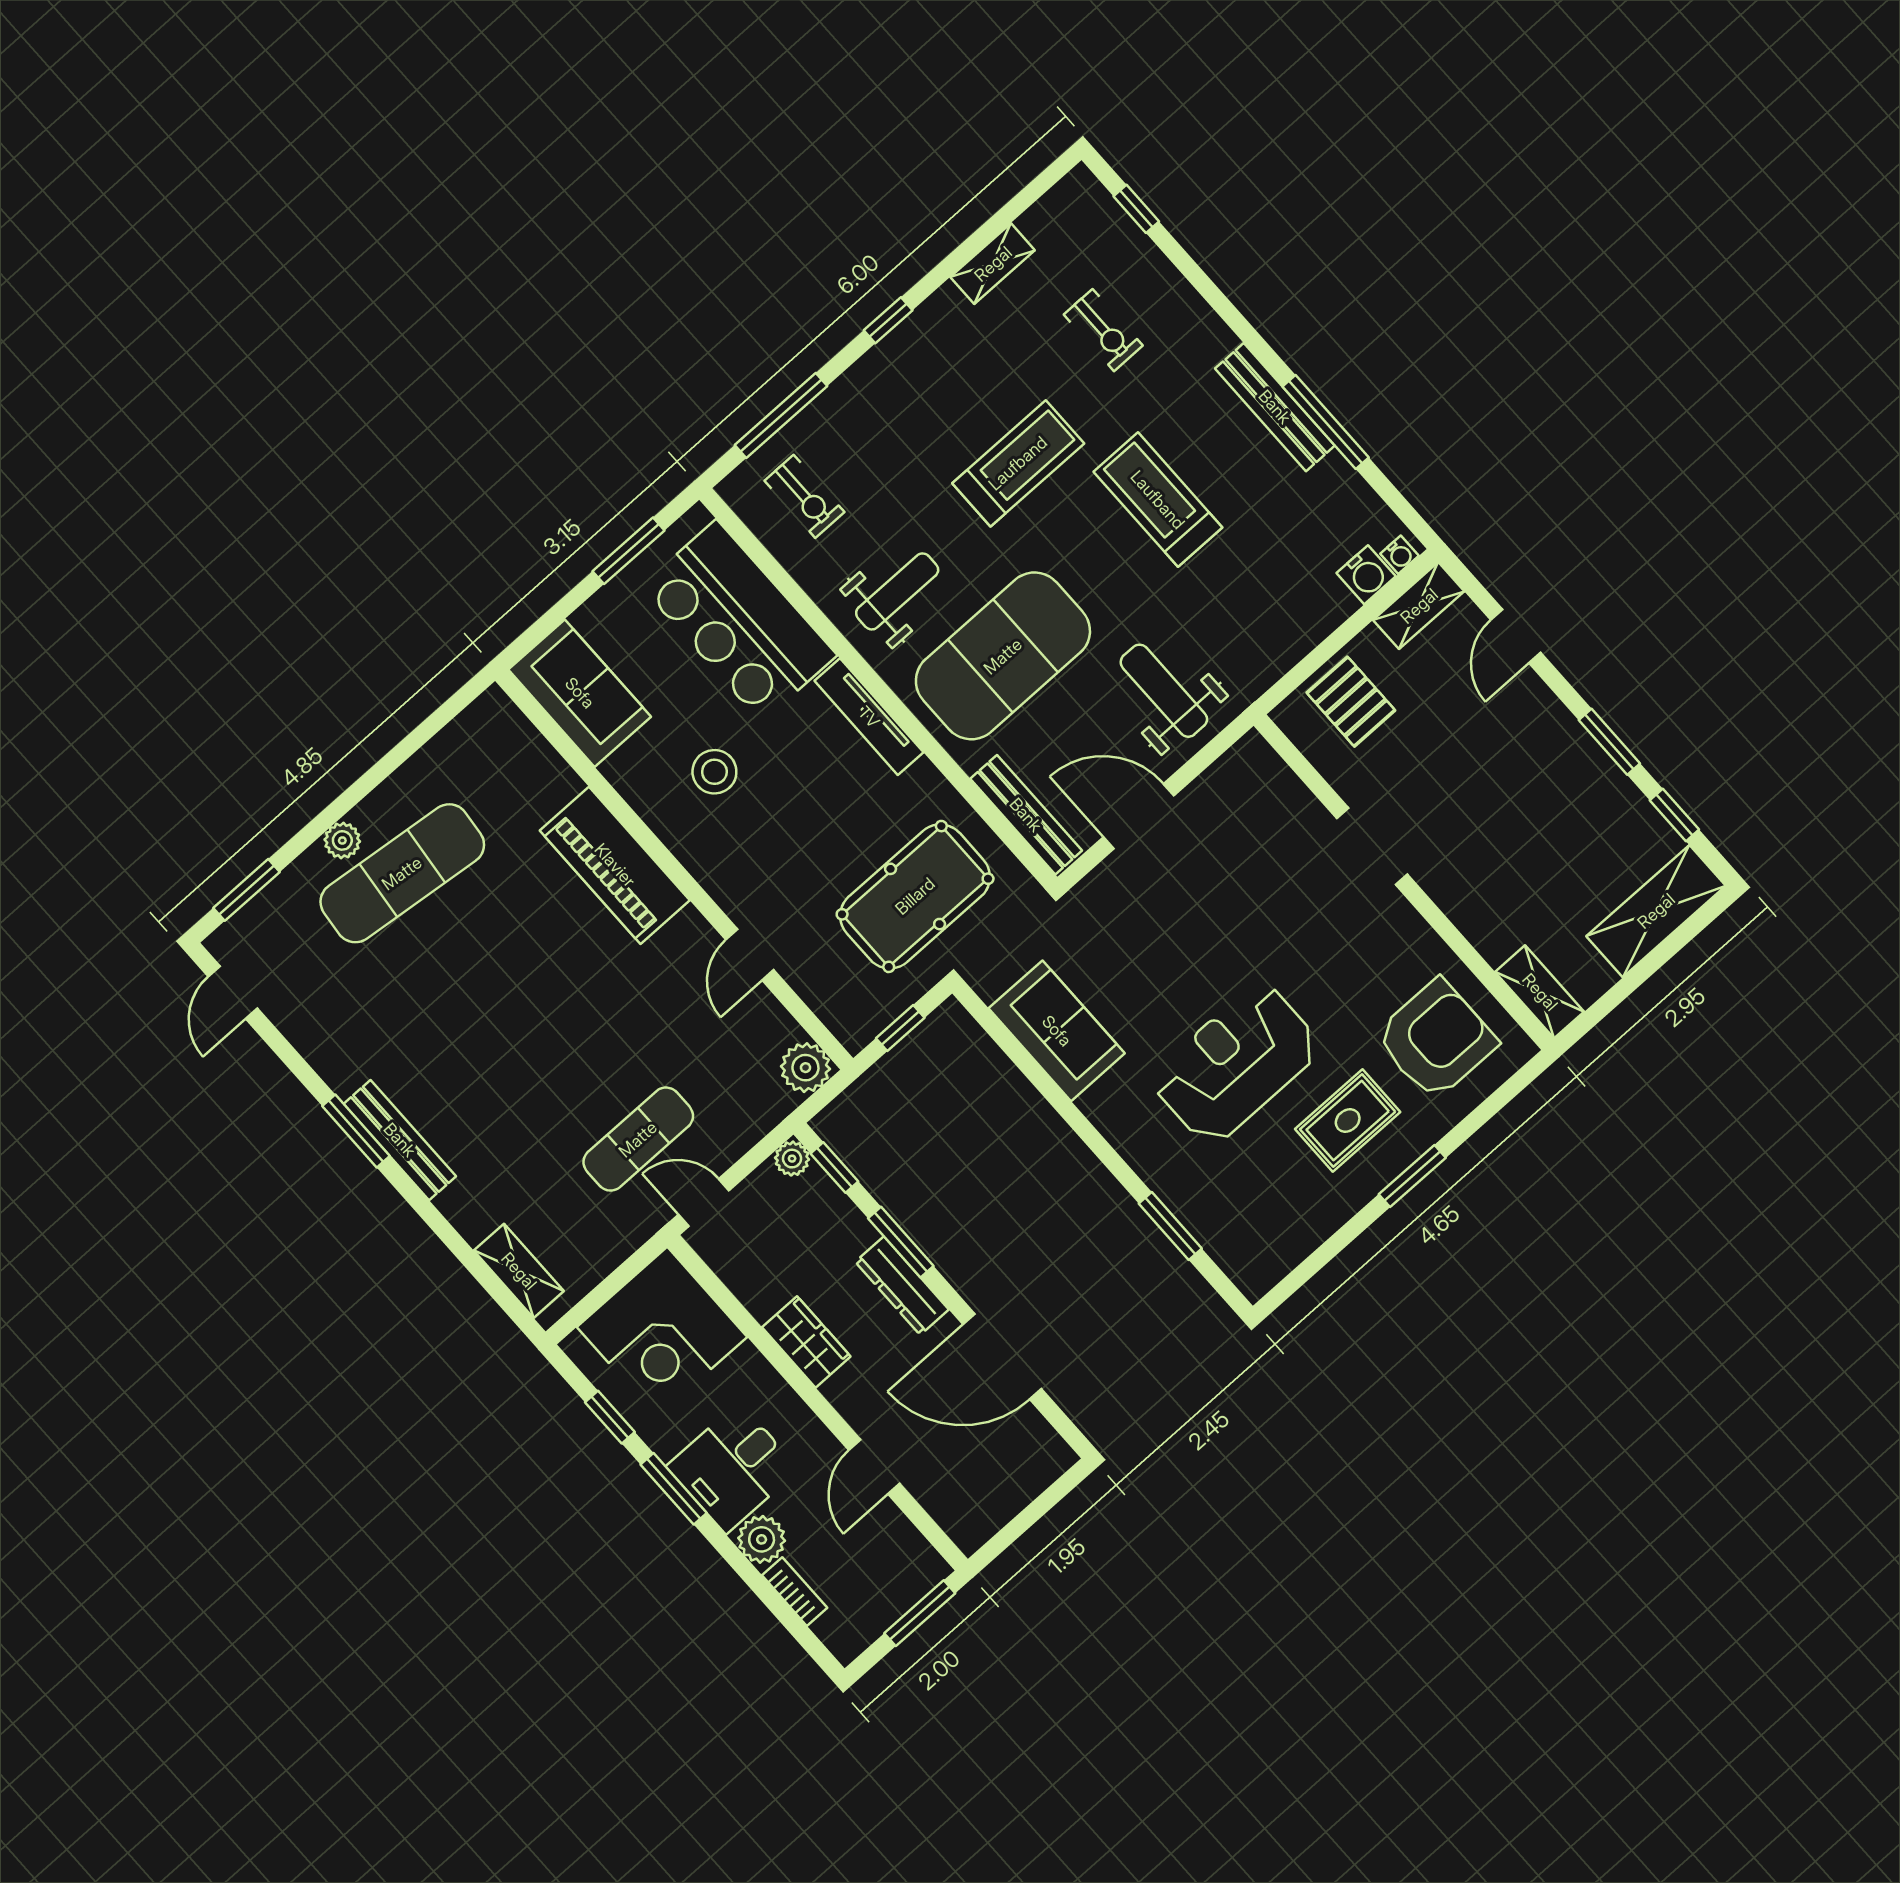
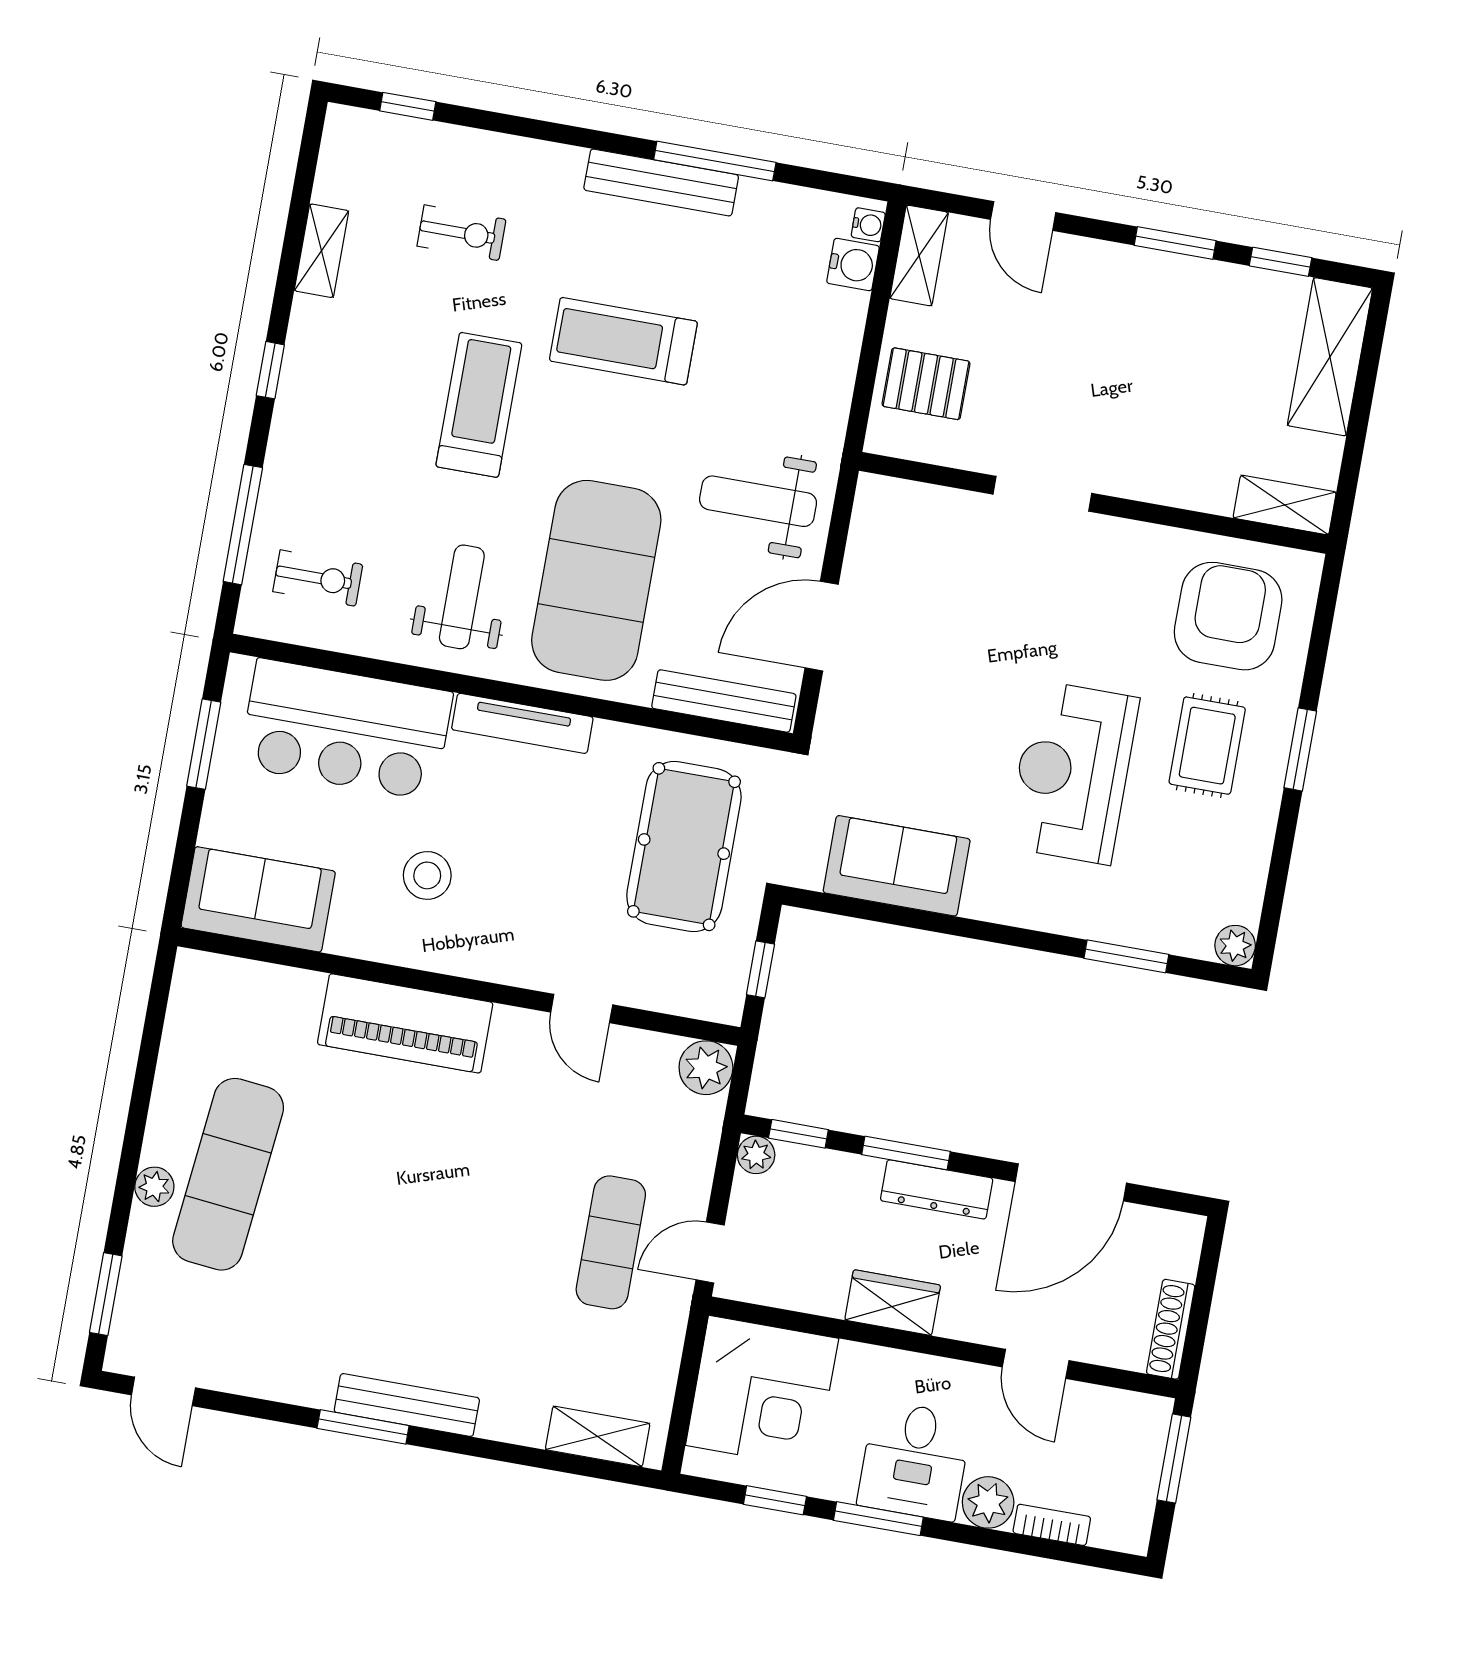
plant: (1254, 1280) -> (1235, 946), added
shoe rack: (991, 1519) -> (1171, 1329), added

